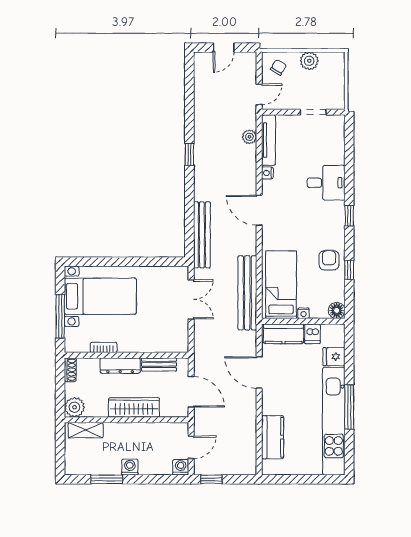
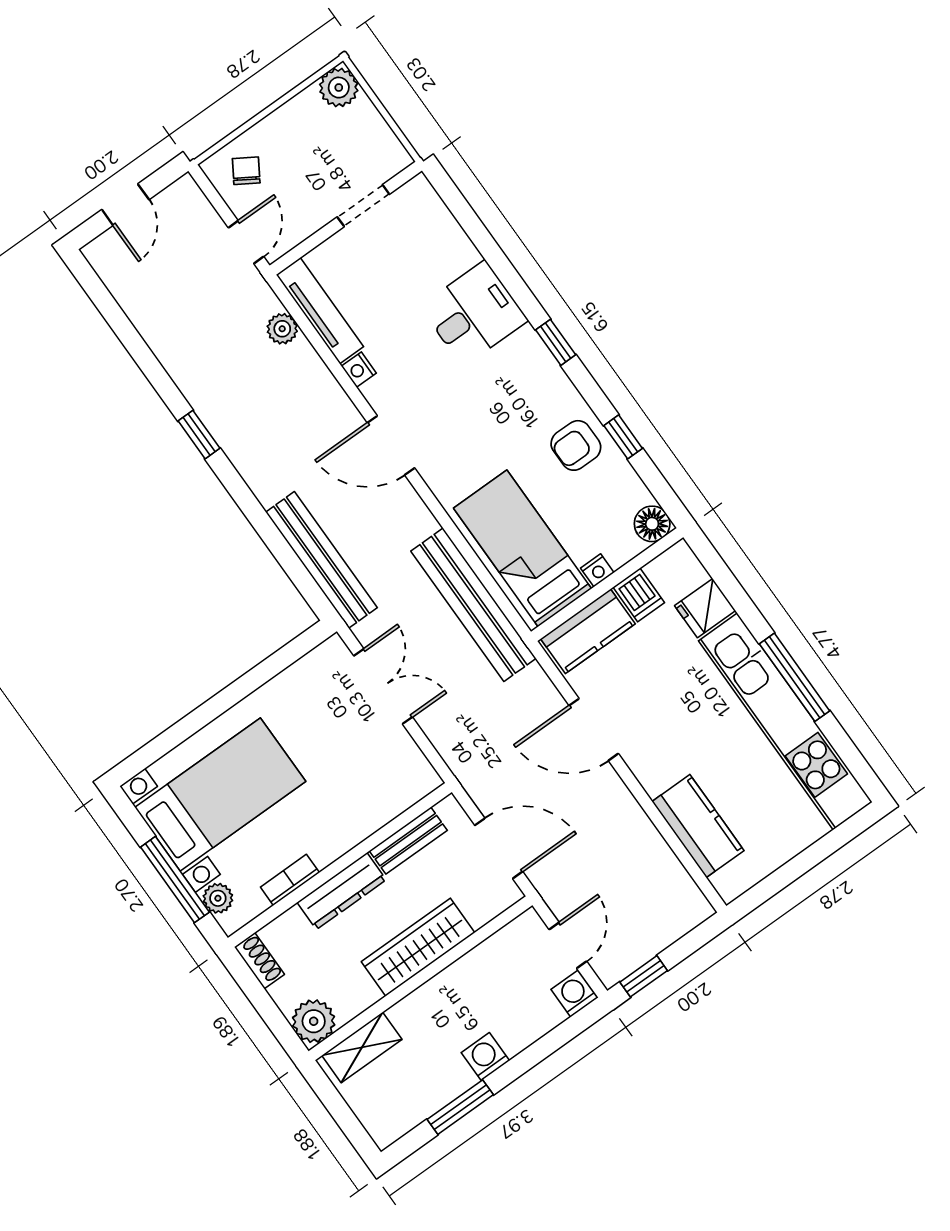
plant: (309, 61) -> (339, 88), moved
armchair: (329, 260) -> (576, 445), turned -90
plant: (71, 335) -> (218, 898), added

